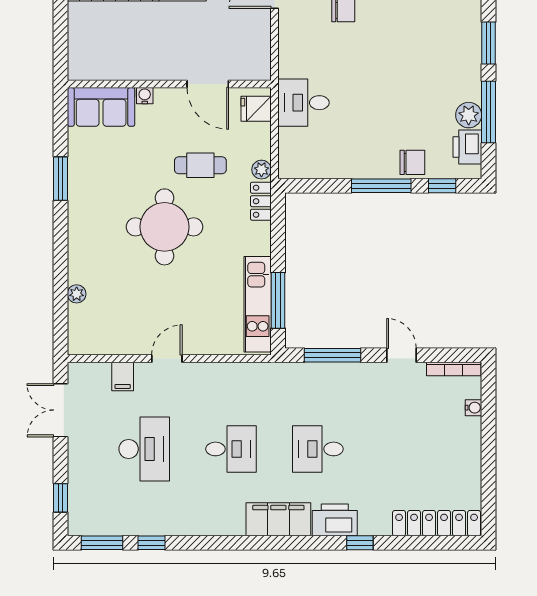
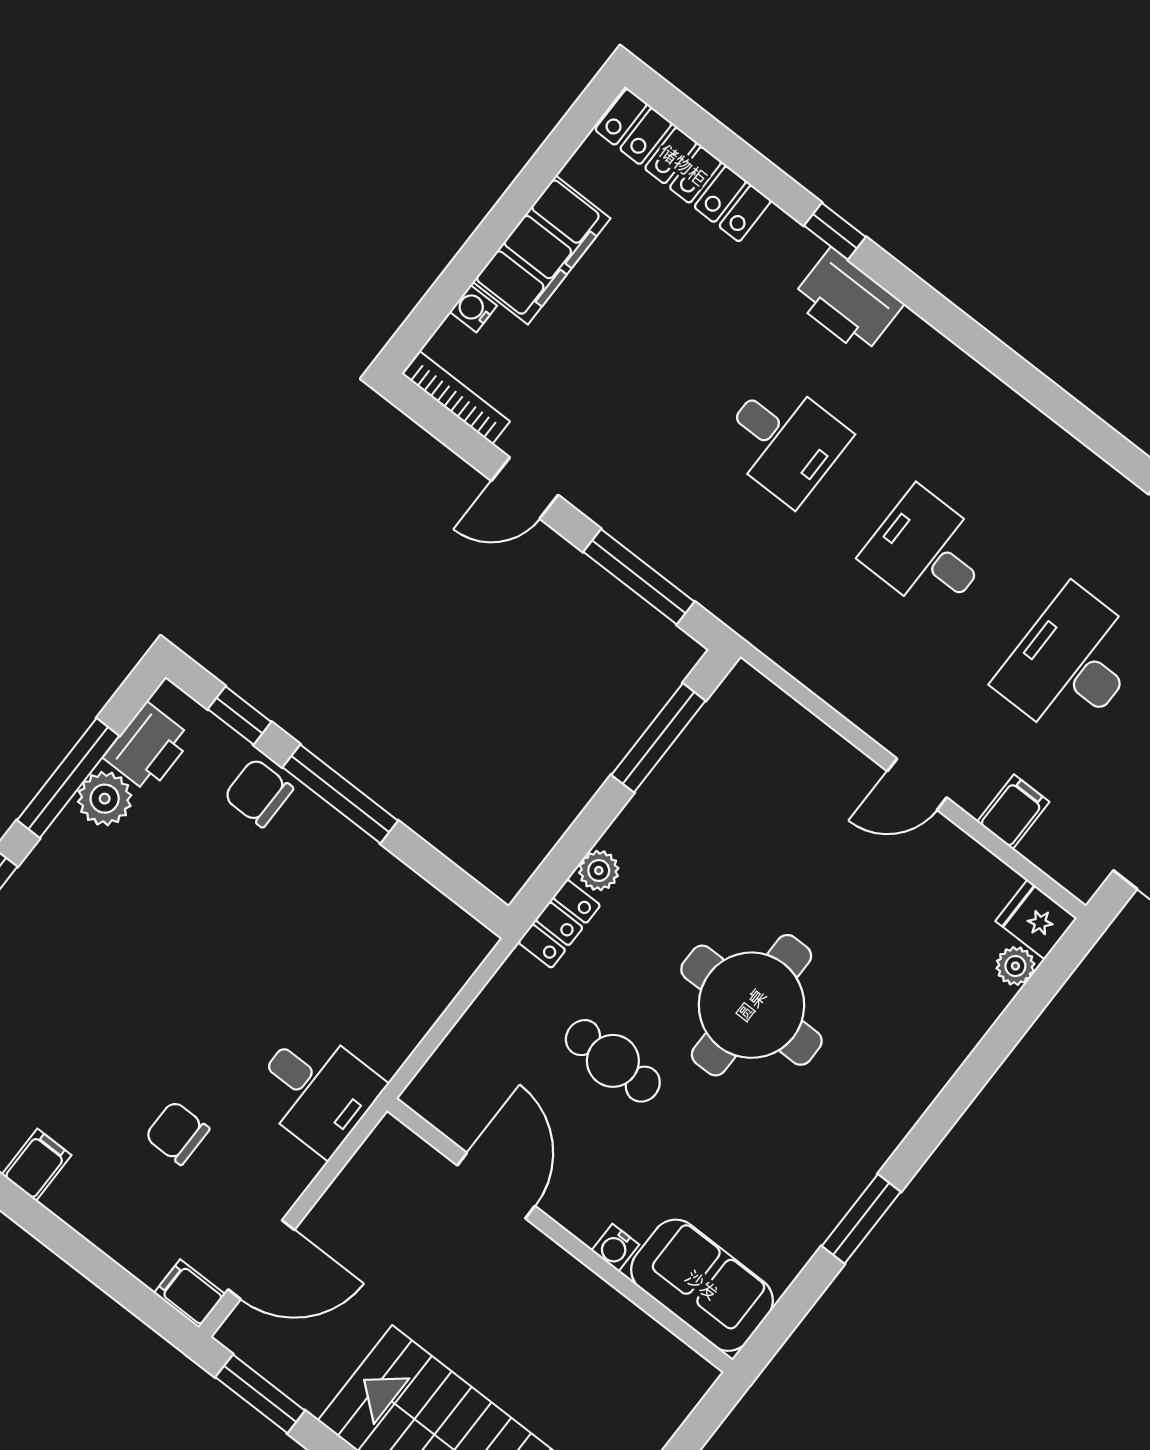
desk: (303, 103) -> (317, 1090), moved
fridge: (256, 109) -> (1036, 920), moved, turned 180
plant: (261, 170) -> (599, 871), moved
plant: (77, 294) -> (1015, 966), moved
kitchen unit: (258, 304) -> (697, 757), removed
door: (402, 355) -> (525, 488), hinge flipped
filing cabinet: (278, 519) -> (542, 250), moved, turned -90

